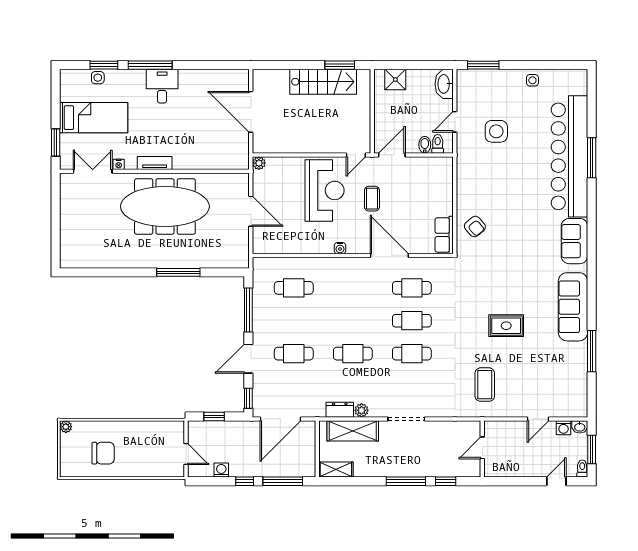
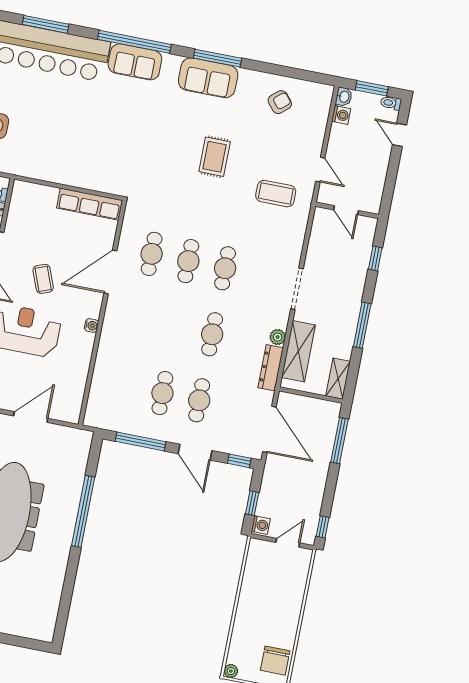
coffee table: (372, 199) -> (43, 279), turned 69
armchair: (475, 227) -> (280, 102), moved
row of seats: (444, 235) -> (90, 204), width x1.48
window: (592, 237) -> (134, 42), added
window: (178, 272) -> (83, 511), width x1.46
cafe table: (294, 288) -> (162, 393), moved
sofa: (573, 307) -> (208, 78), width x0.73
window: (592, 351) -> (217, 58), moved
dresser: (340, 410) -> (271, 368), width x1.44
door: (538, 419) -> (320, 170), moved
chair: (103, 453) -> (275, 661), moved, turned 180
washing machine: (221, 470) -> (261, 525), moved, turned 180
window: (245, 481) -> (323, 527), moved
window: (406, 481) -> (362, 325), moved

